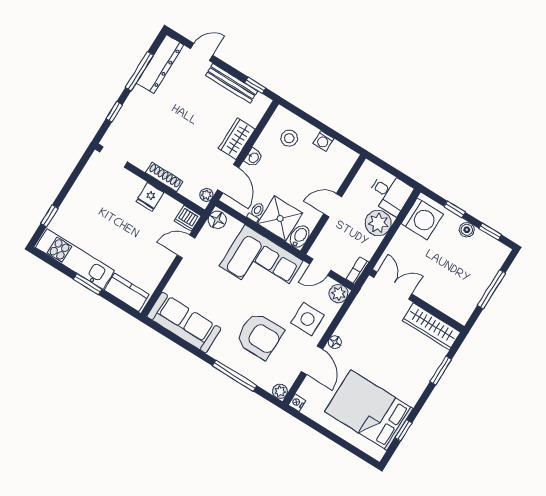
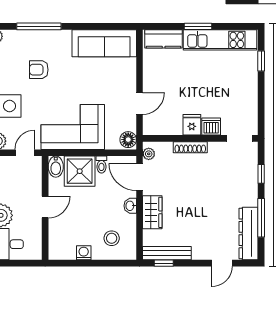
bench: (232, 83) -> (167, 253), moved
dishwasher: (188, 218) -> (211, 126), moved
armchair: (259, 336) -> (39, 70), width x0.53, depth x0.53

